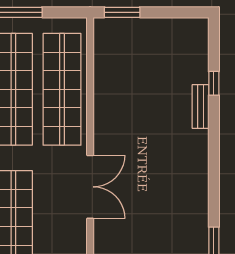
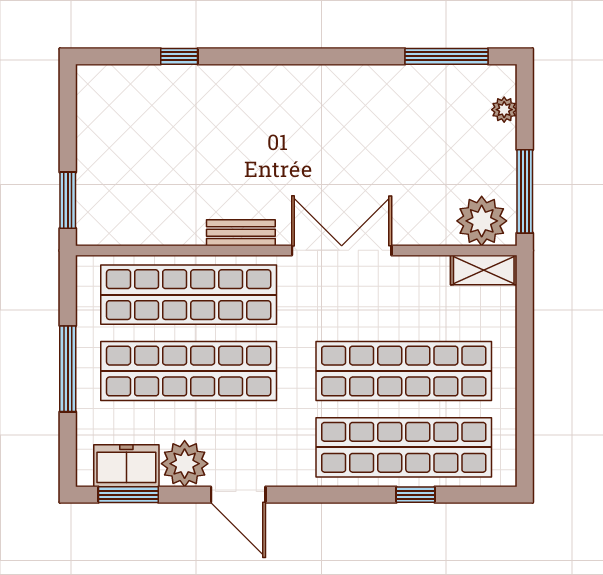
bench: (200, 107) -> (241, 233), moved

